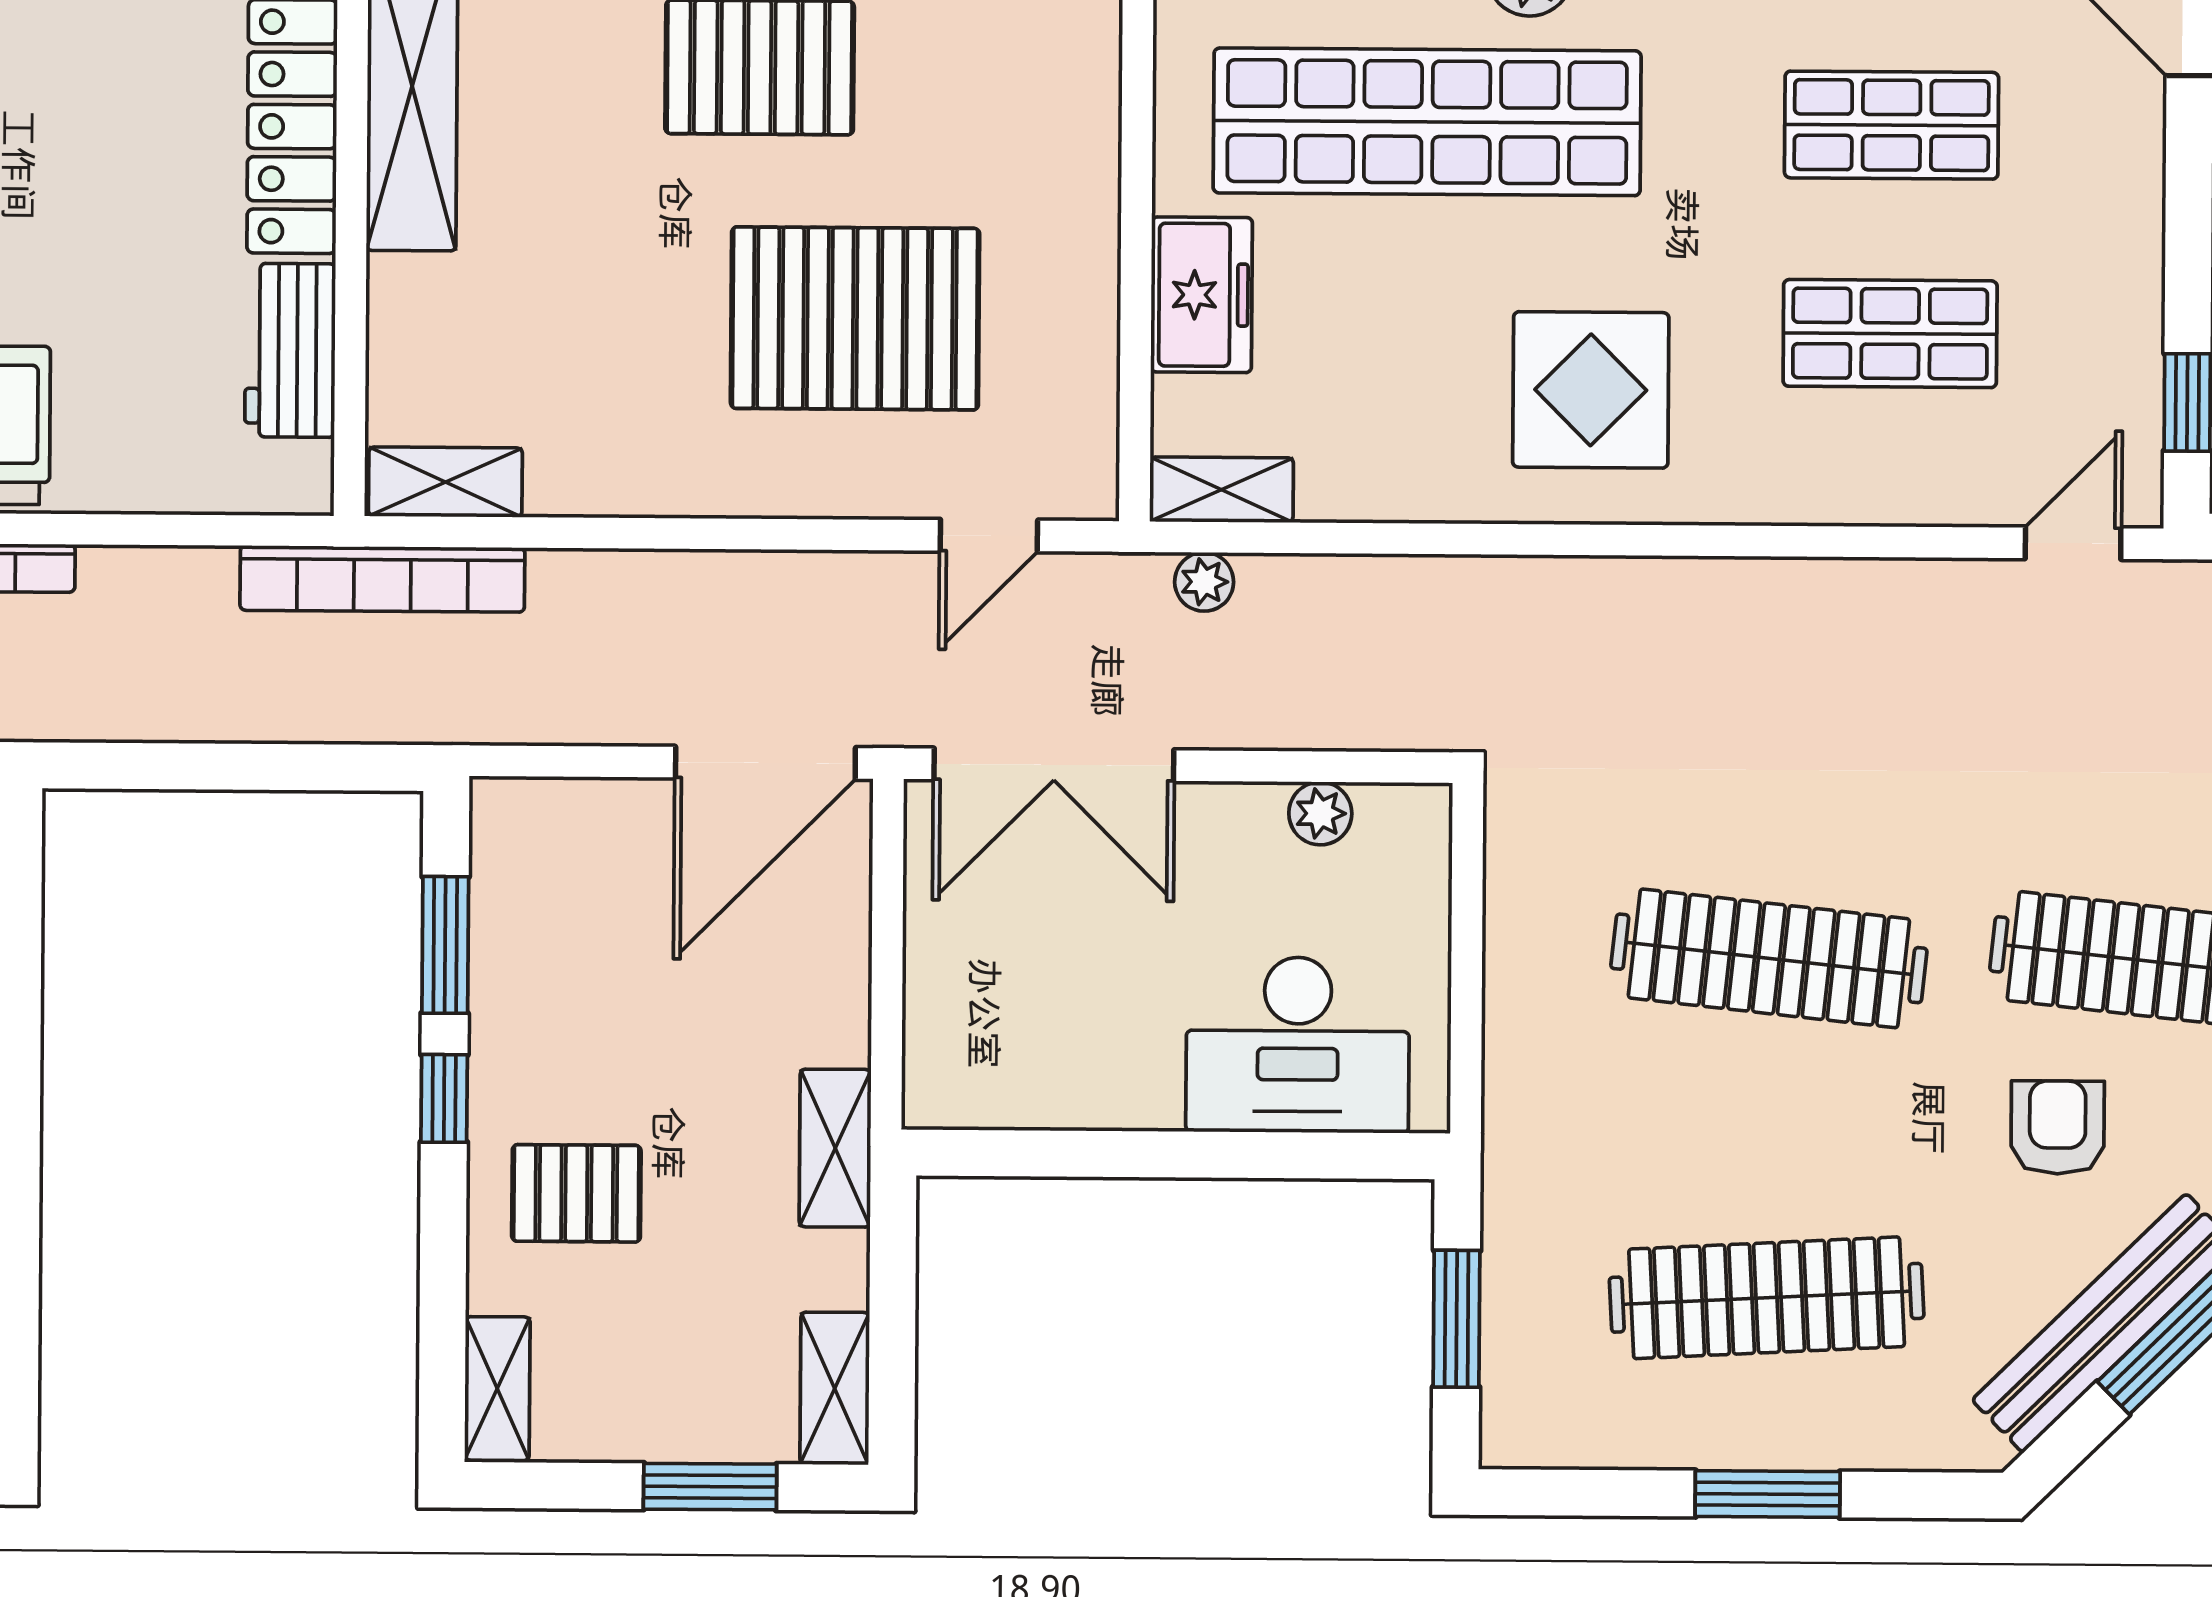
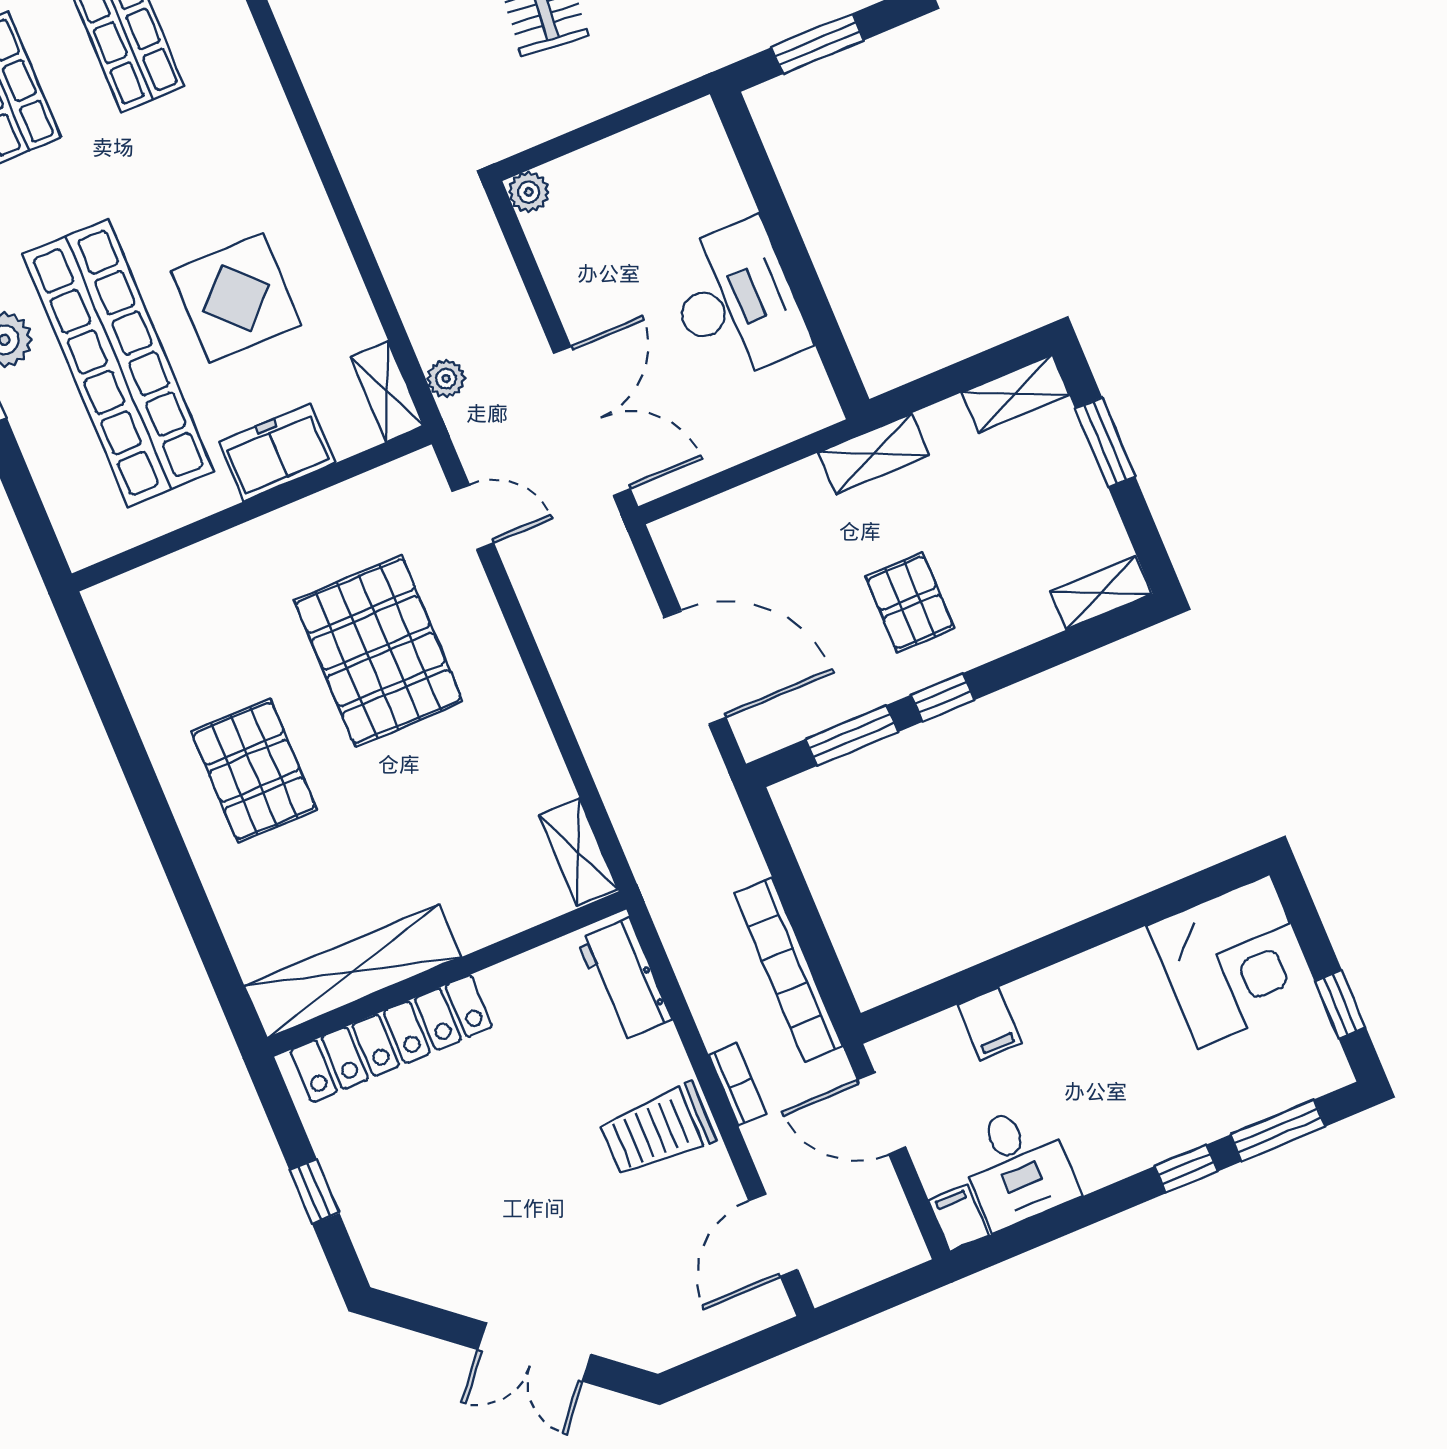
workbench: (290, 350) -> (625, 980), moved, turned 90
display table: (1591, 390) -> (236, 298), moved
bookcase: (382, 579) -> (788, 970), moved, turned 180
door: (765, 763) -> (695, 668), moved
plant: (1320, 813) -> (529, 192), moved
desk: (1298, 1045) -> (736, 301), moved
pallet: (576, 1193) -> (910, 602), moved

